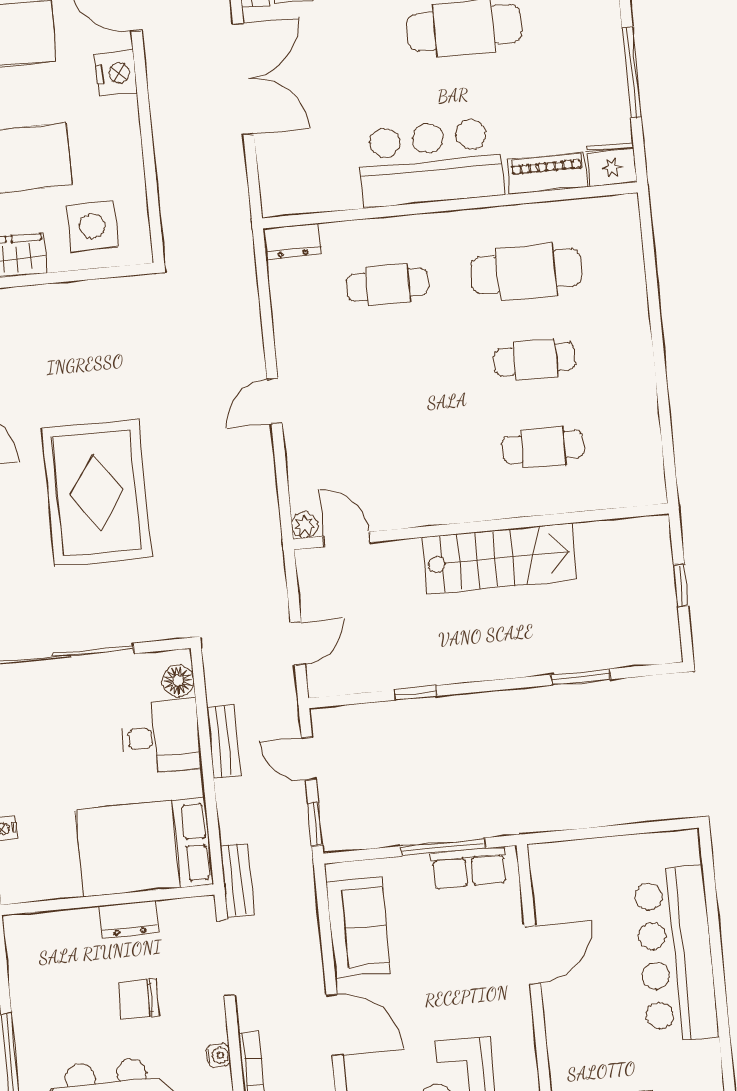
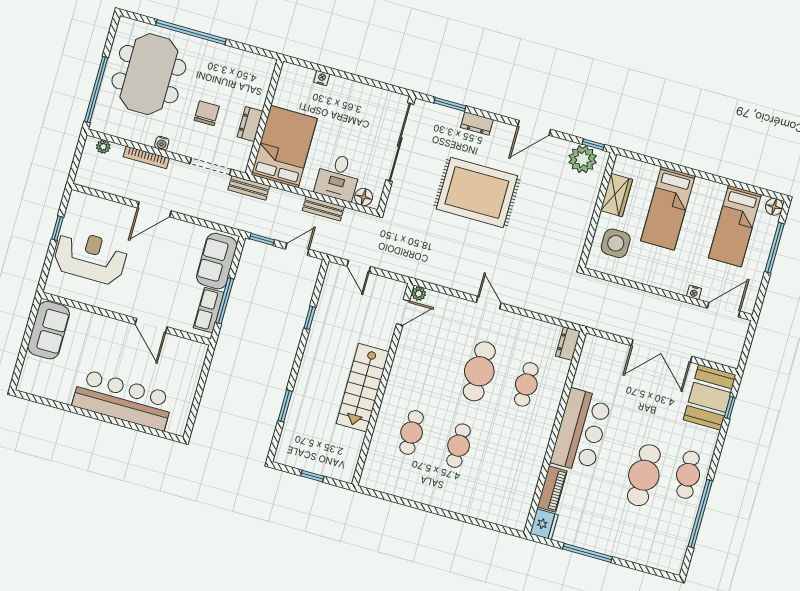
nightstand: (116, 73) -> (694, 292), width x0.53, depth x0.56
cafe table: (526, 271) -> (479, 371), moved
sofa: (358, 927) -> (217, 261), moved, turned 90

